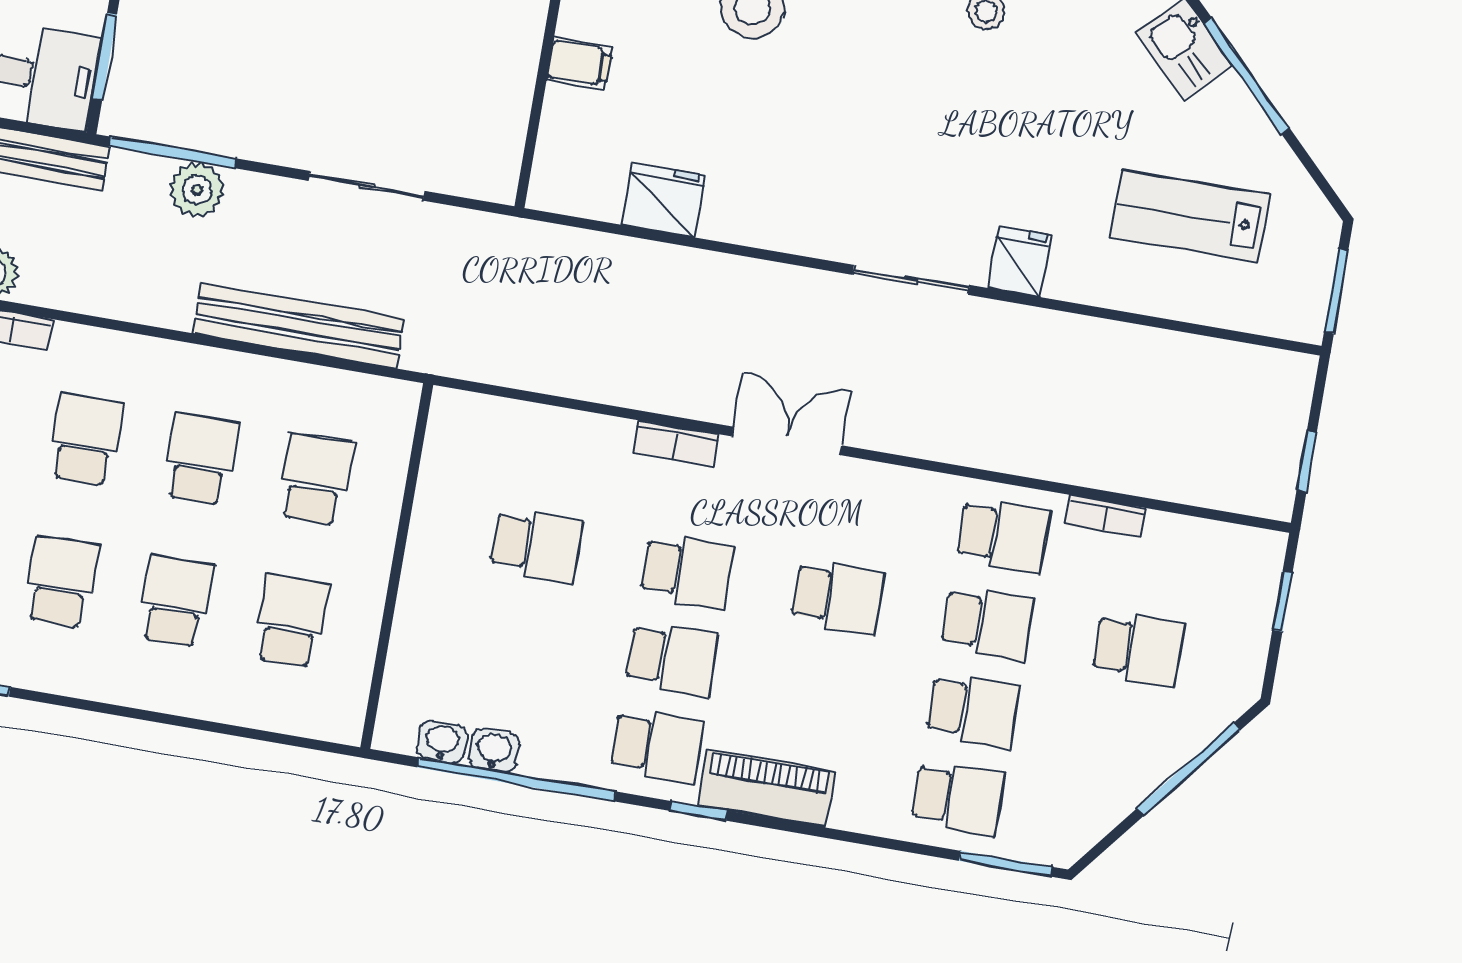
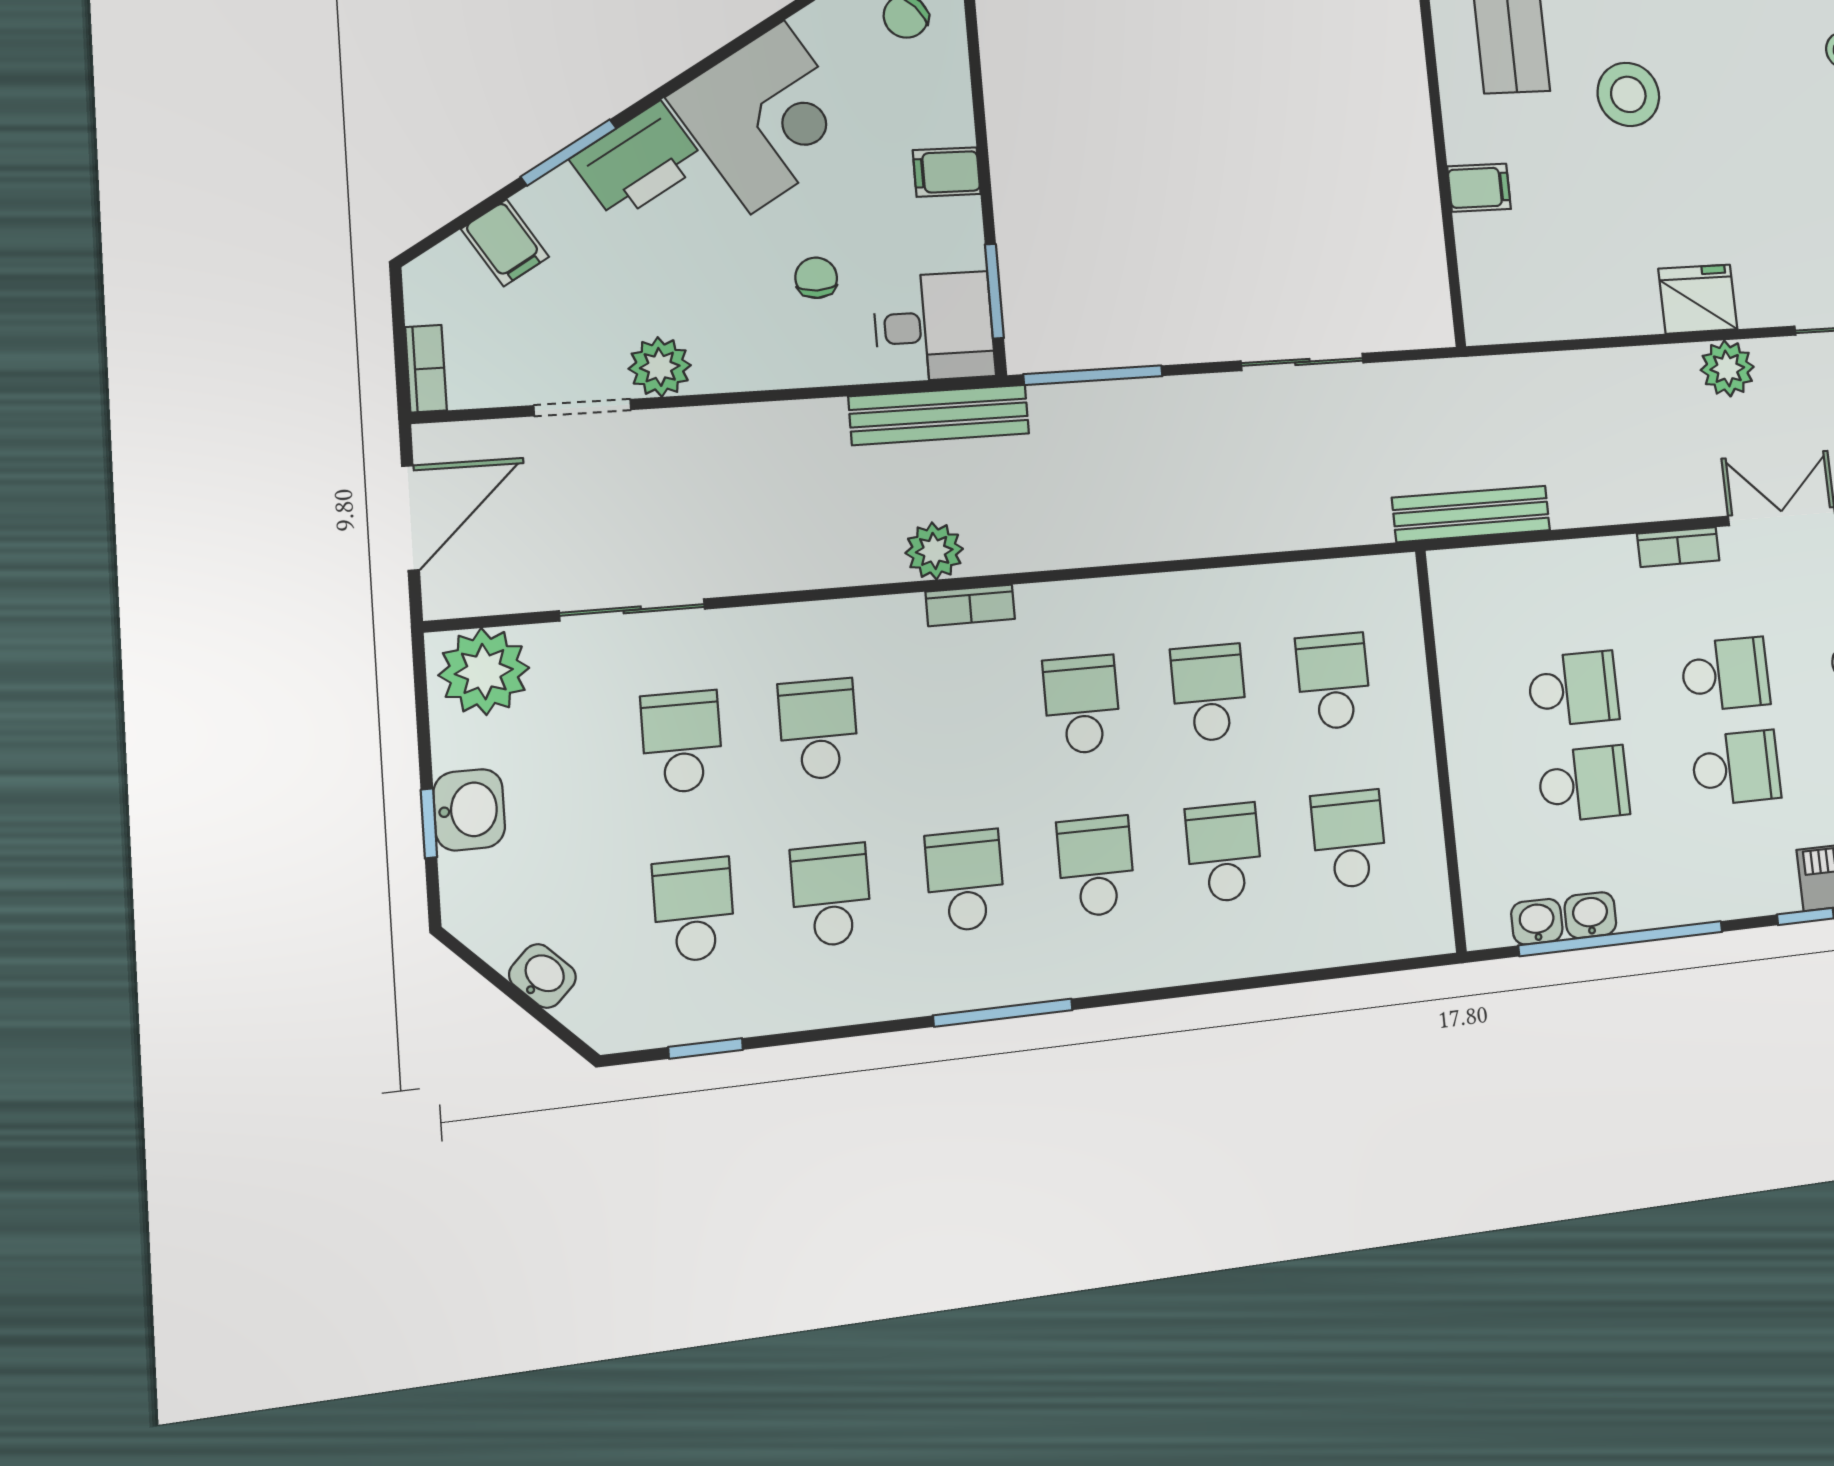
plant: (197, 190) -> (1727, 368), moved
fridge: (664, 200) -> (1698, 299), moved
bench: (299, 326) -> (1471, 514), moved, width x0.73, depth x0.82
school desk: (657, 746) -> (1584, 784), moved

